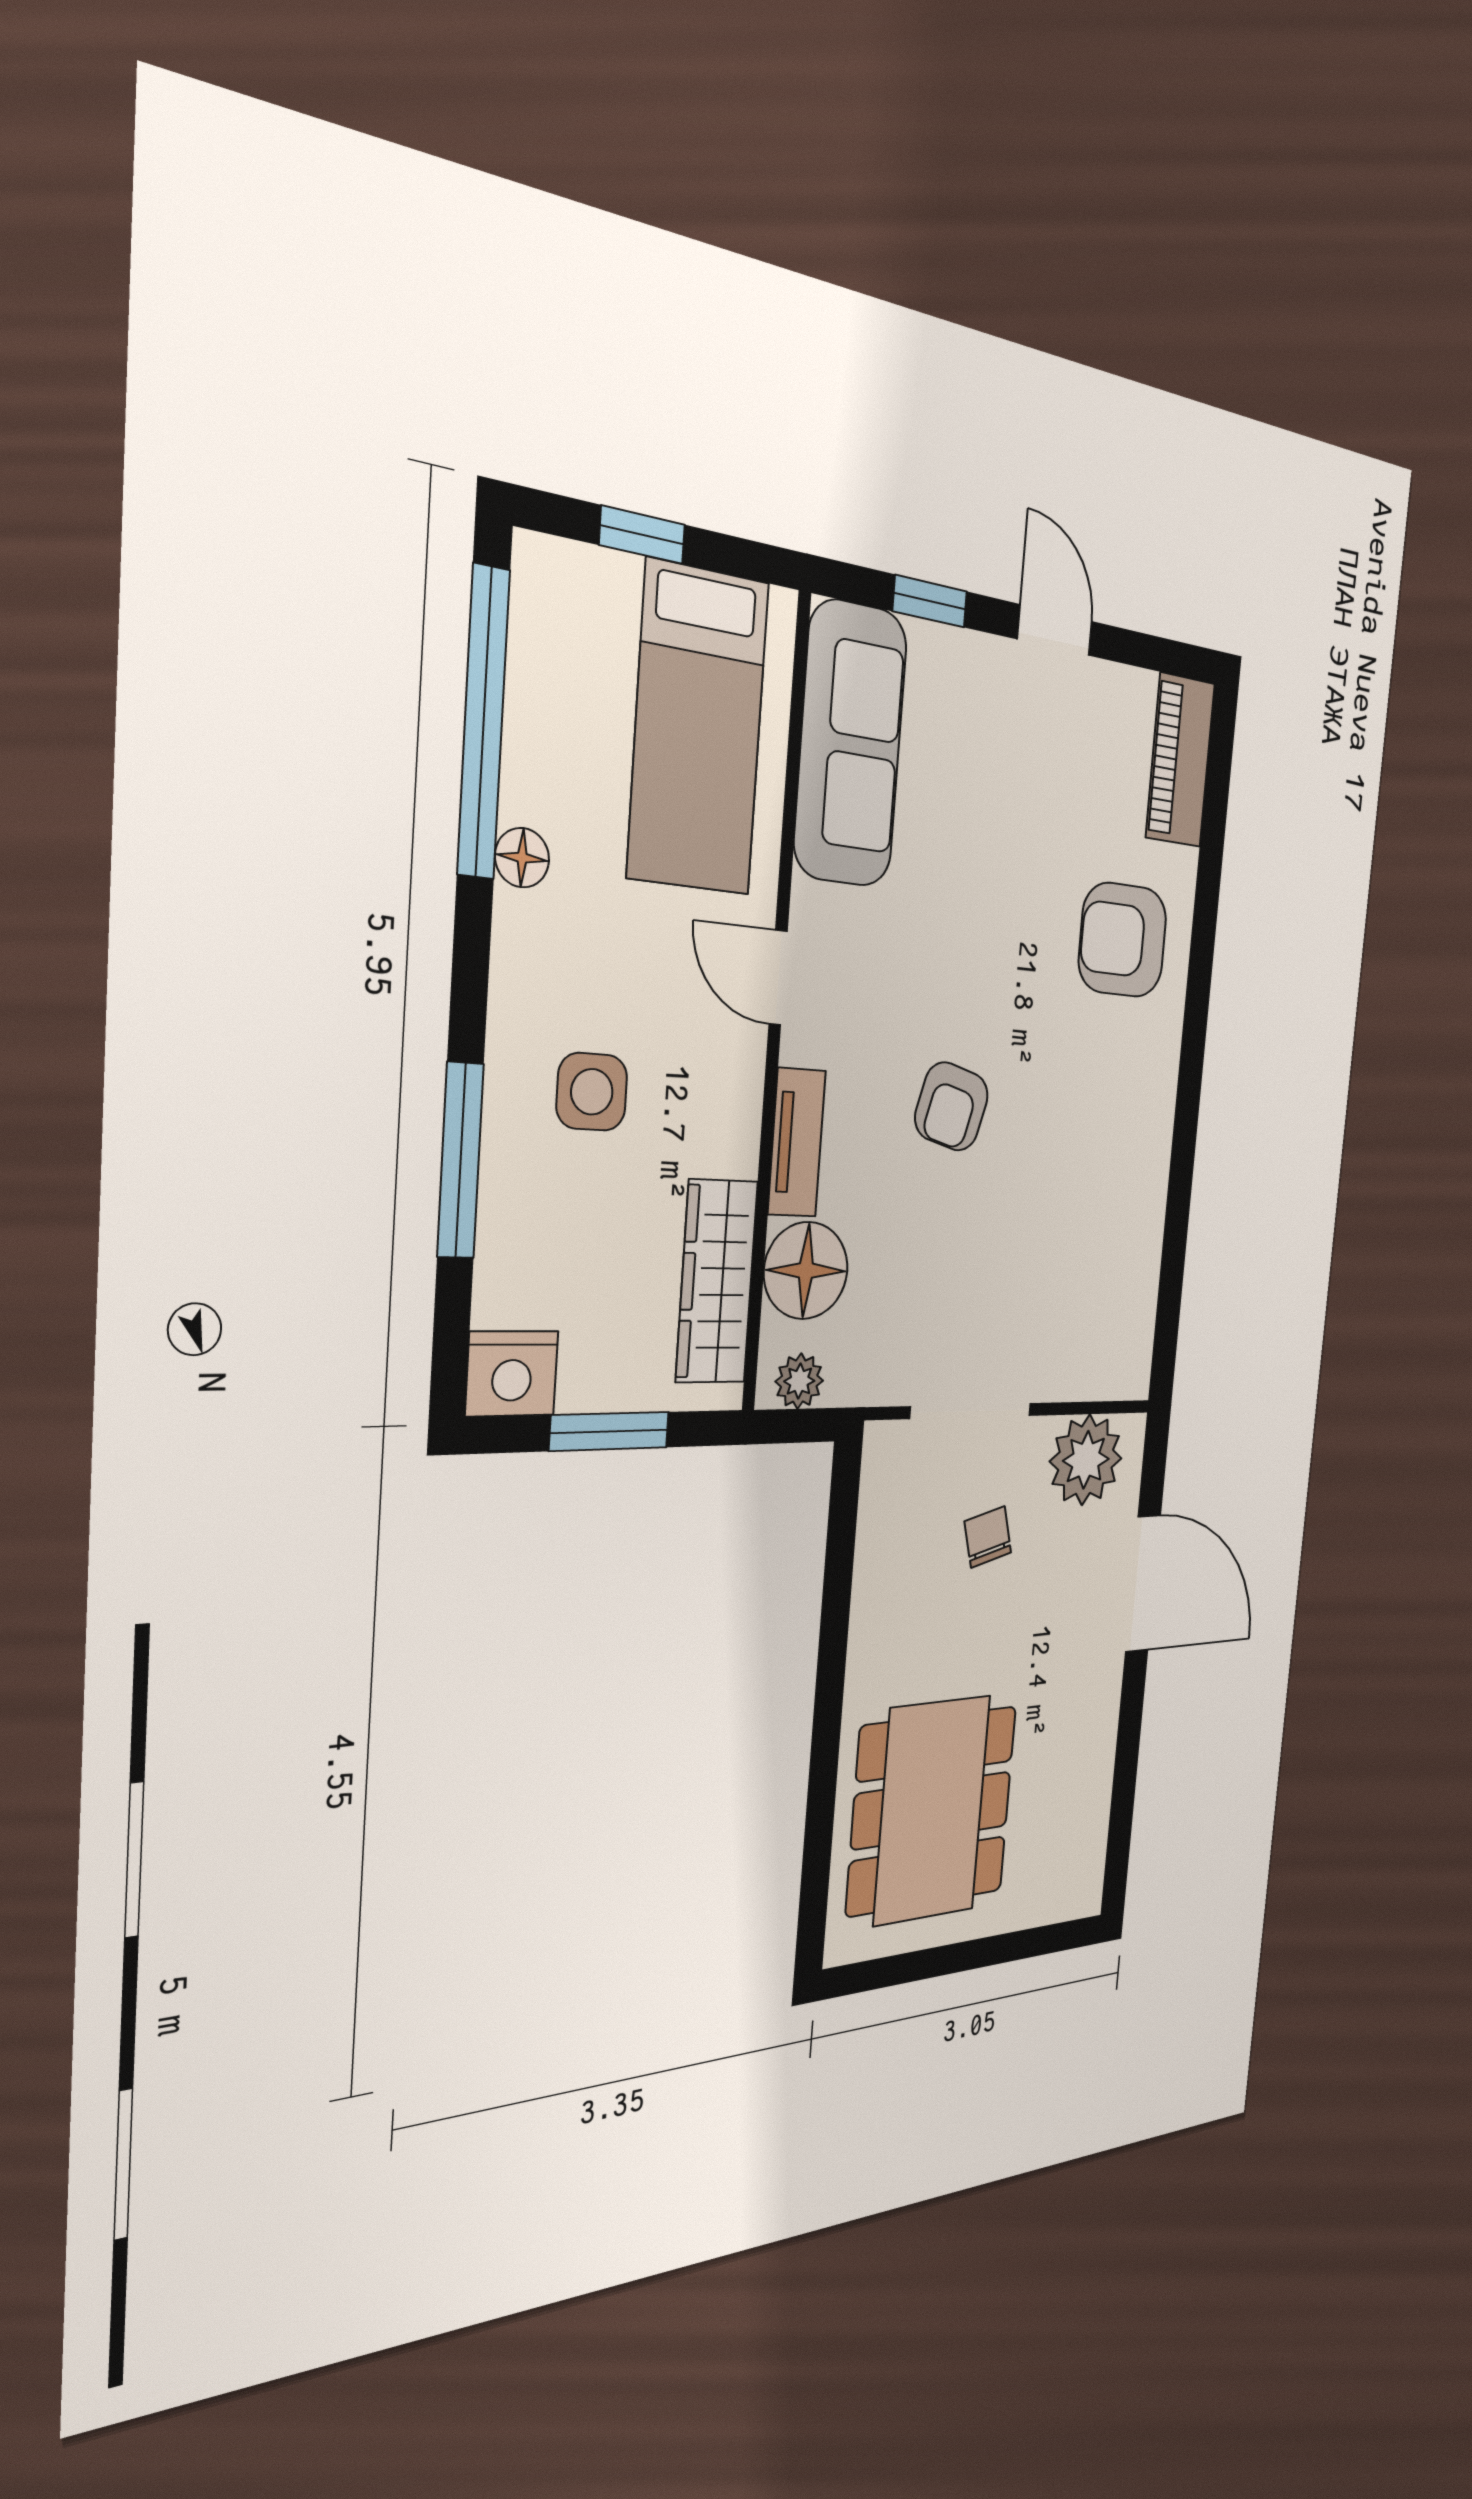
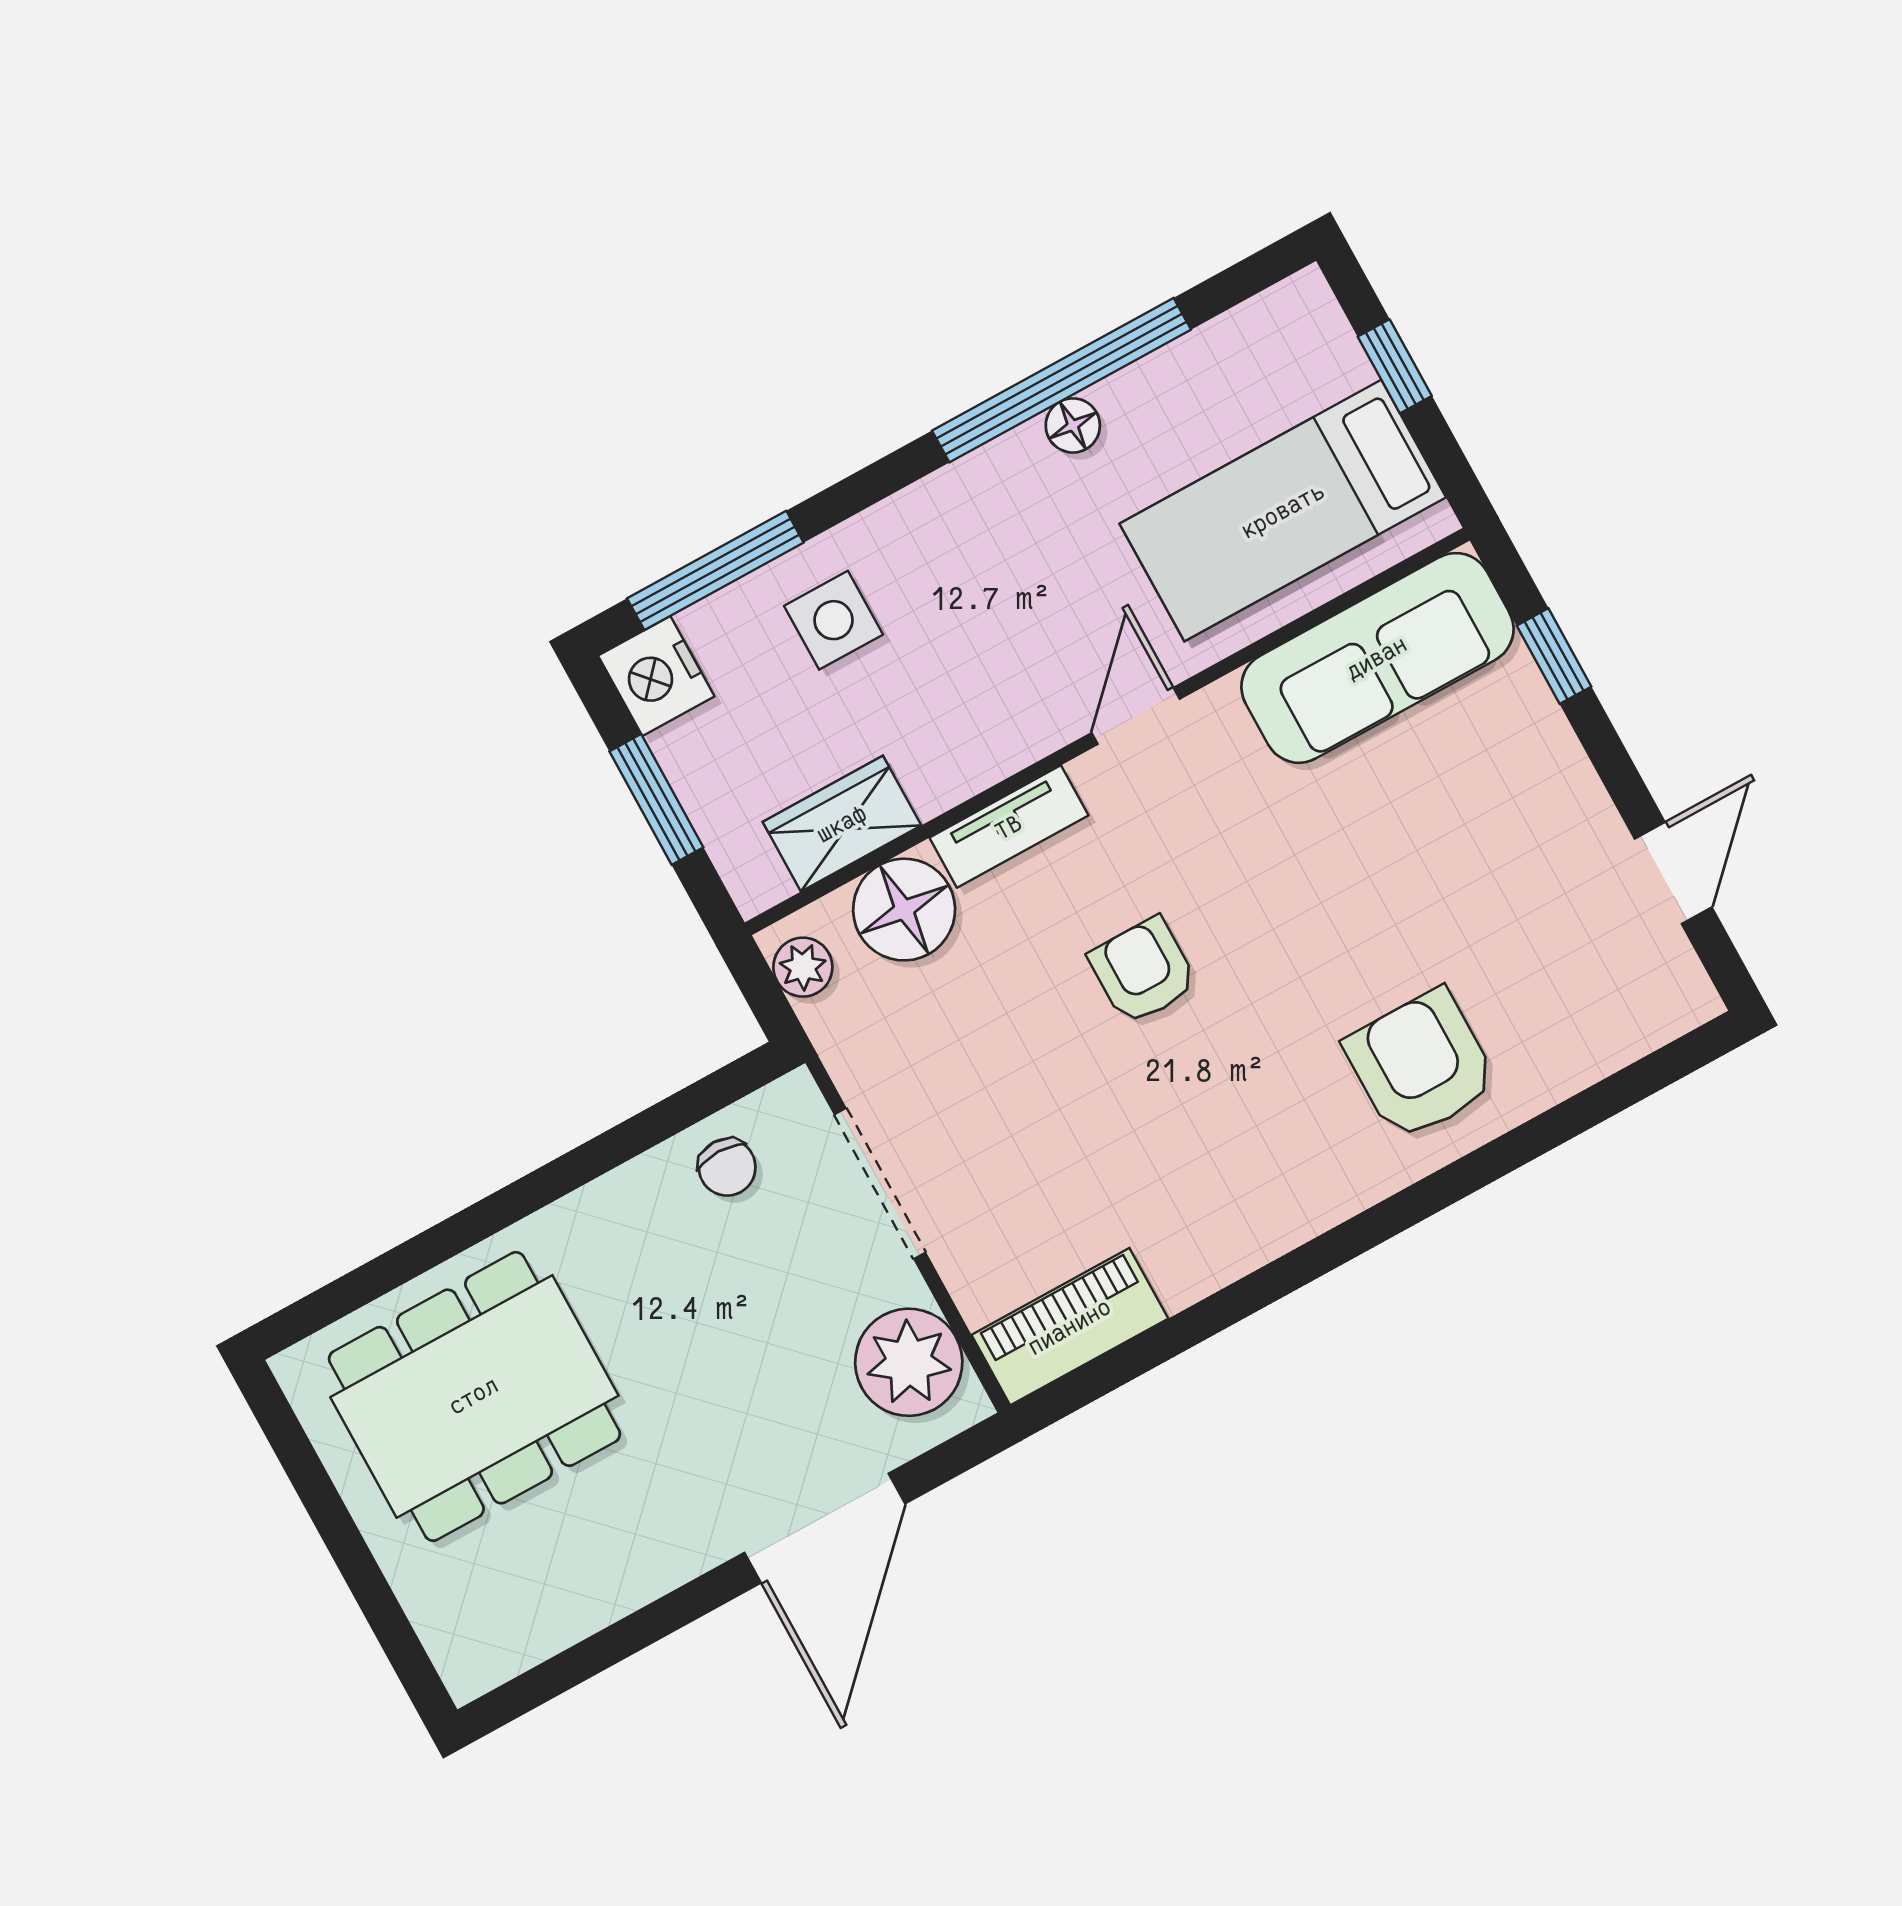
door: (1055, 630) -> (1673, 873), moved
window: (483, 723) -> (1061, 380), moved
piano: (1180, 760) -> (1070, 1327), moved
side table: (592, 1092) -> (833, 620), moved
armchair: (952, 1106) -> (1143, 971), turned 75
window: (460, 1161) -> (715, 570), moved
wardrobe: (717, 1282) -> (842, 824), width x0.67
chair: (988, 1537) -> (727, 1167), moved, turned 105

